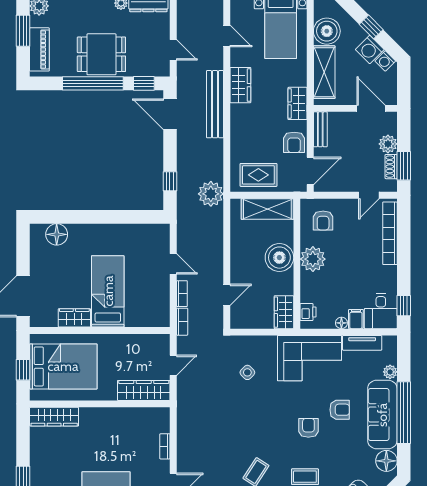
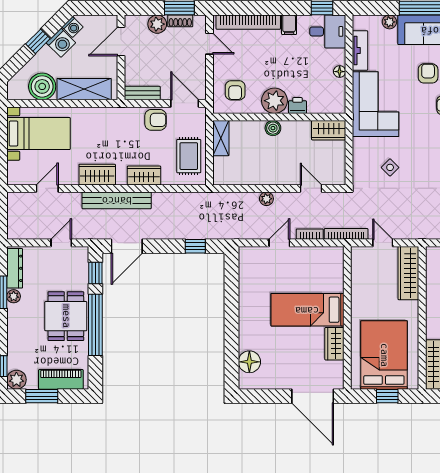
wardrobe: (297, 103) -> (144, 175), moved, turned 180
plant: (211, 194) -> (266, 199), moved, width x0.53, depth x0.53
shelving: (267, 209) -> (221, 138), width x0.67, depth x0.75
armchair: (323, 220) -> (235, 90), turned 90
boiler: (279, 258) -> (273, 128), width x0.54, depth x0.54
printer: (308, 312) -> (297, 106), moved
filing cabinet: (356, 319) -> (289, 25), moved, turned -90
bookcase: (182, 322) -> (346, 234), width x1.56

